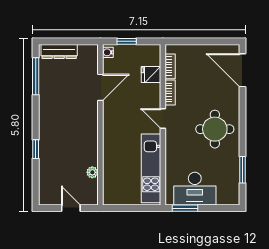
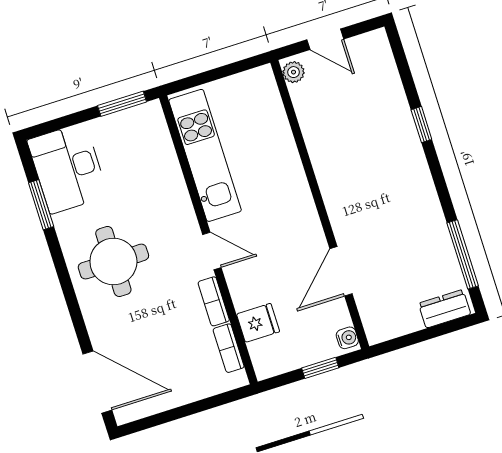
dresser: (59, 51) -> (445, 309), width x0.70
plant: (92, 172) -> (294, 72), moved
desk: (195, 189) -> (68, 168), moved, turned -90

